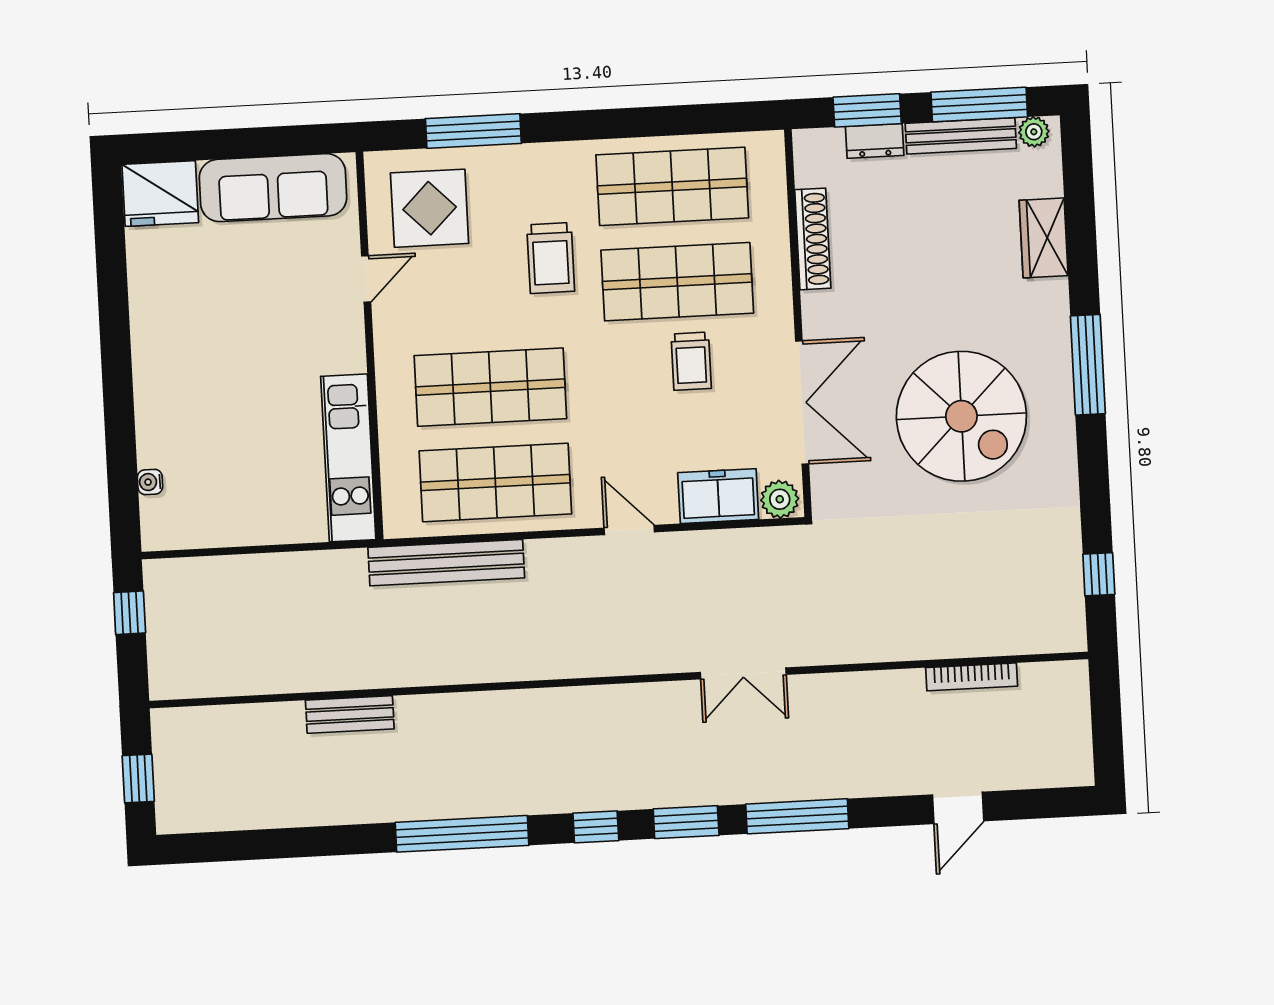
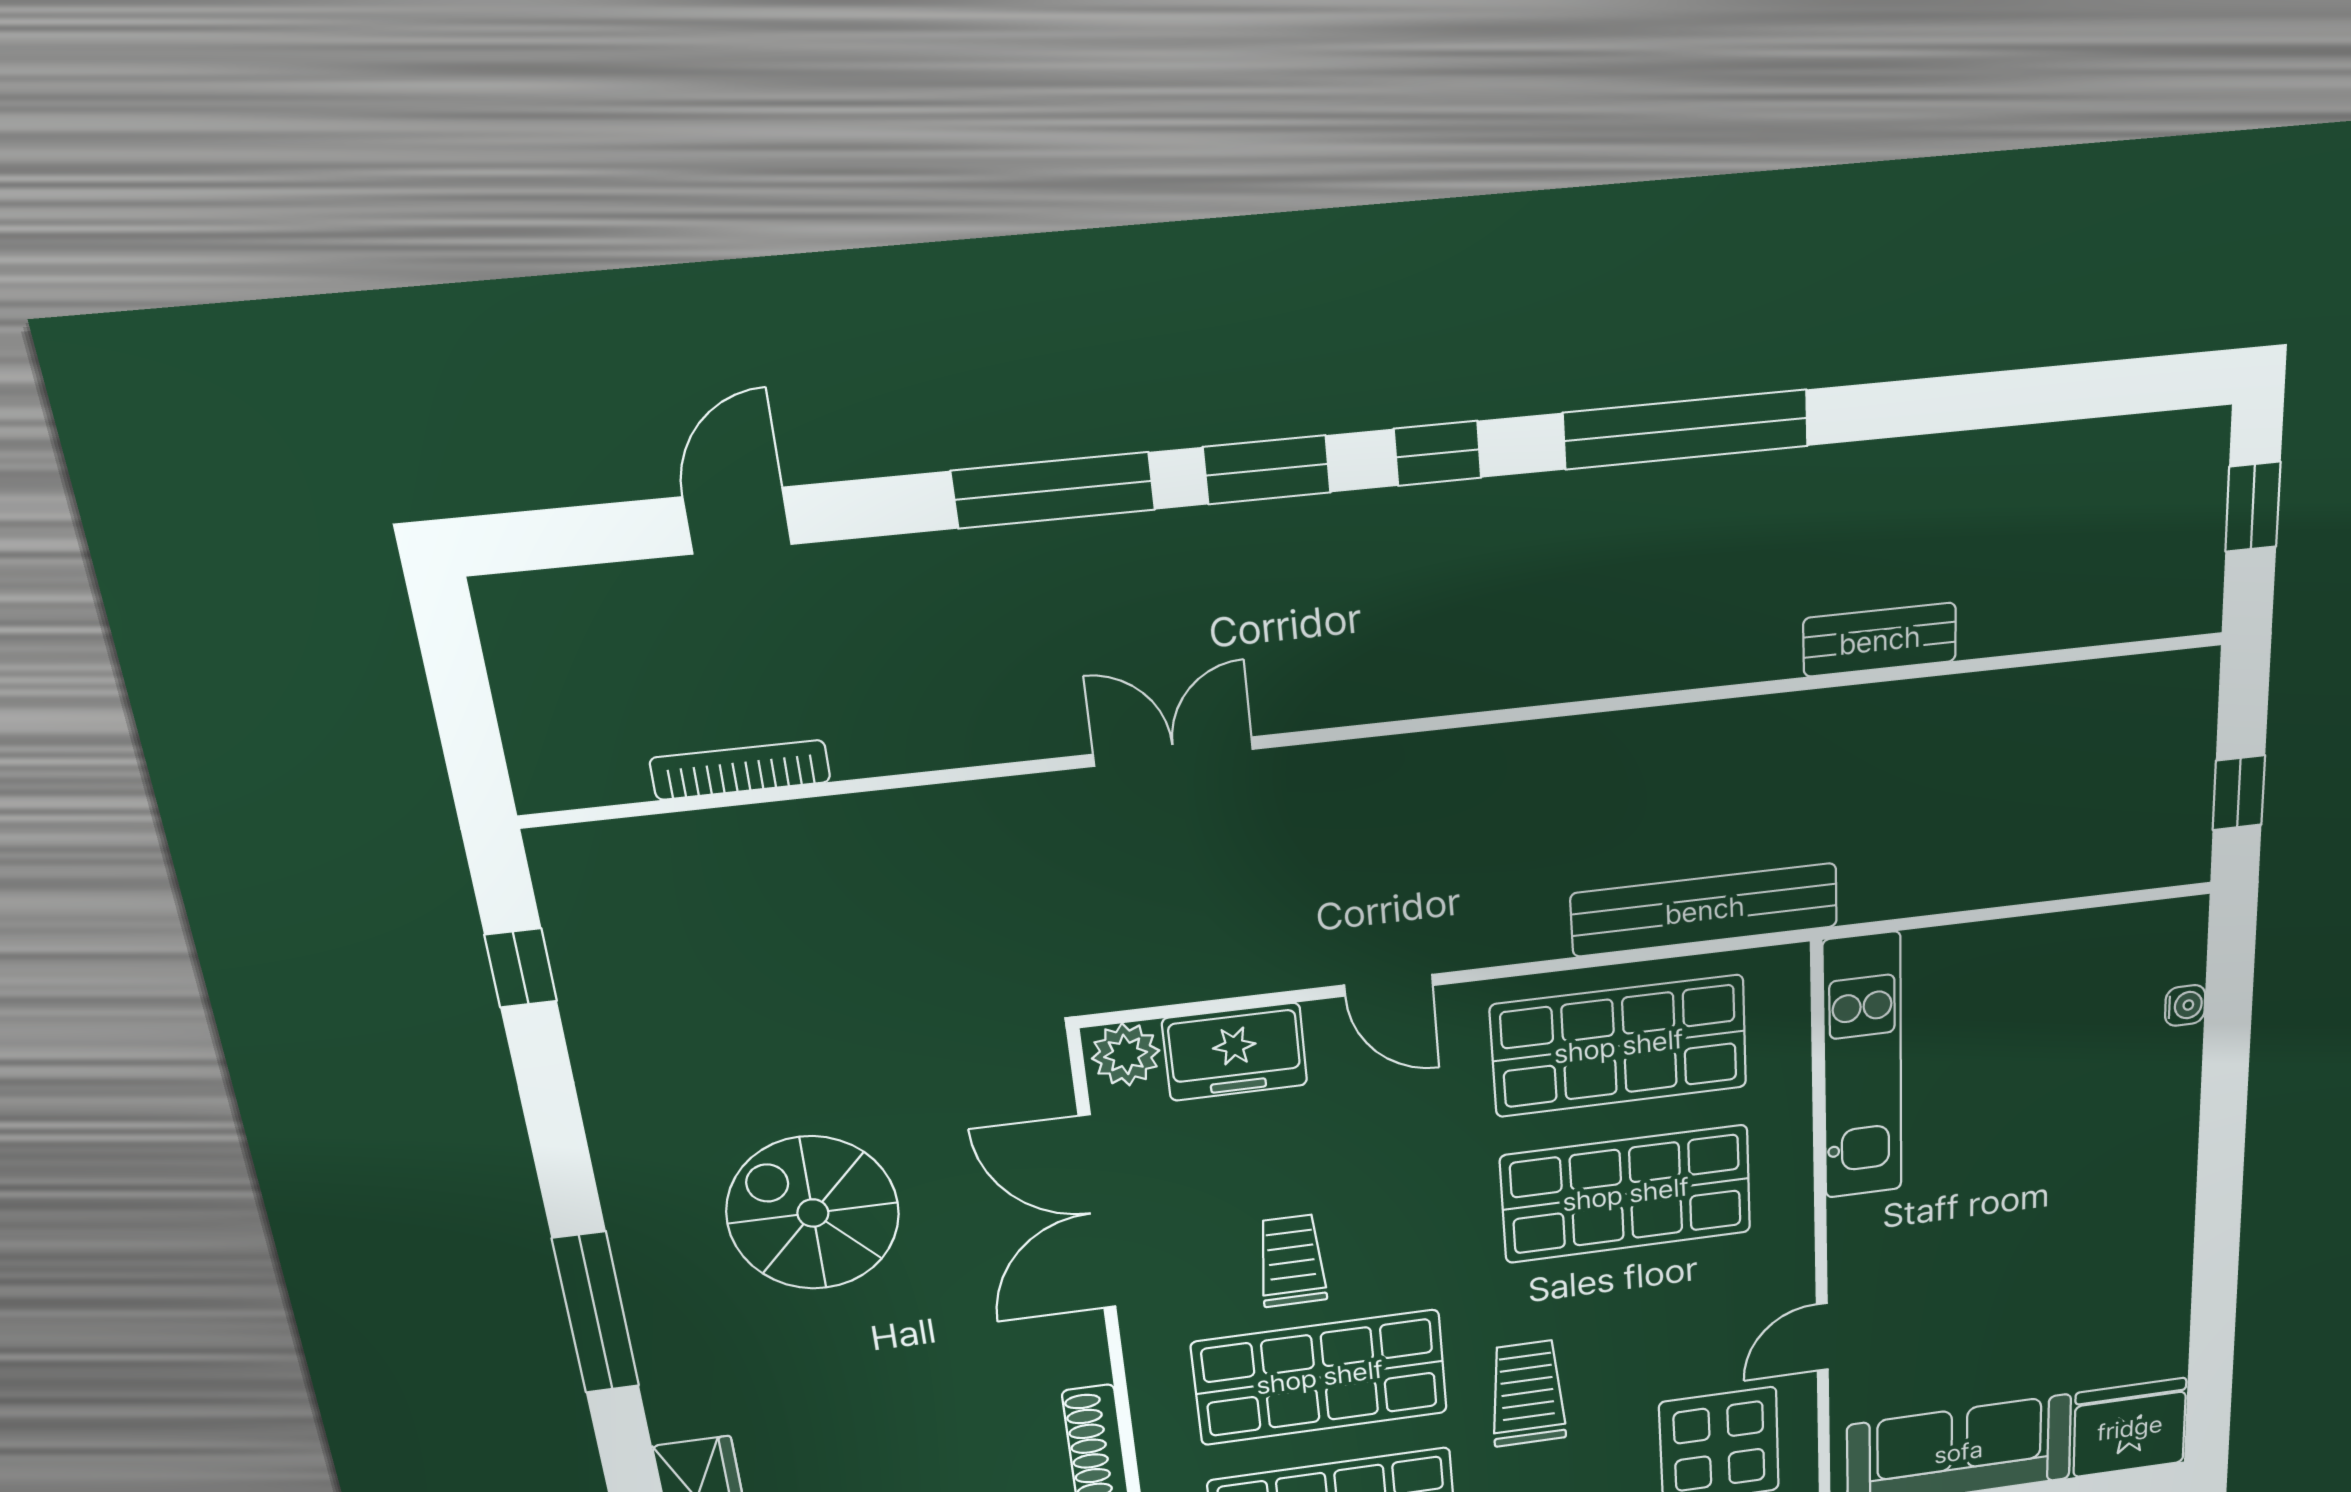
spiral stairs: (961, 416) -> (813, 1213), width x0.73, depth x0.73

